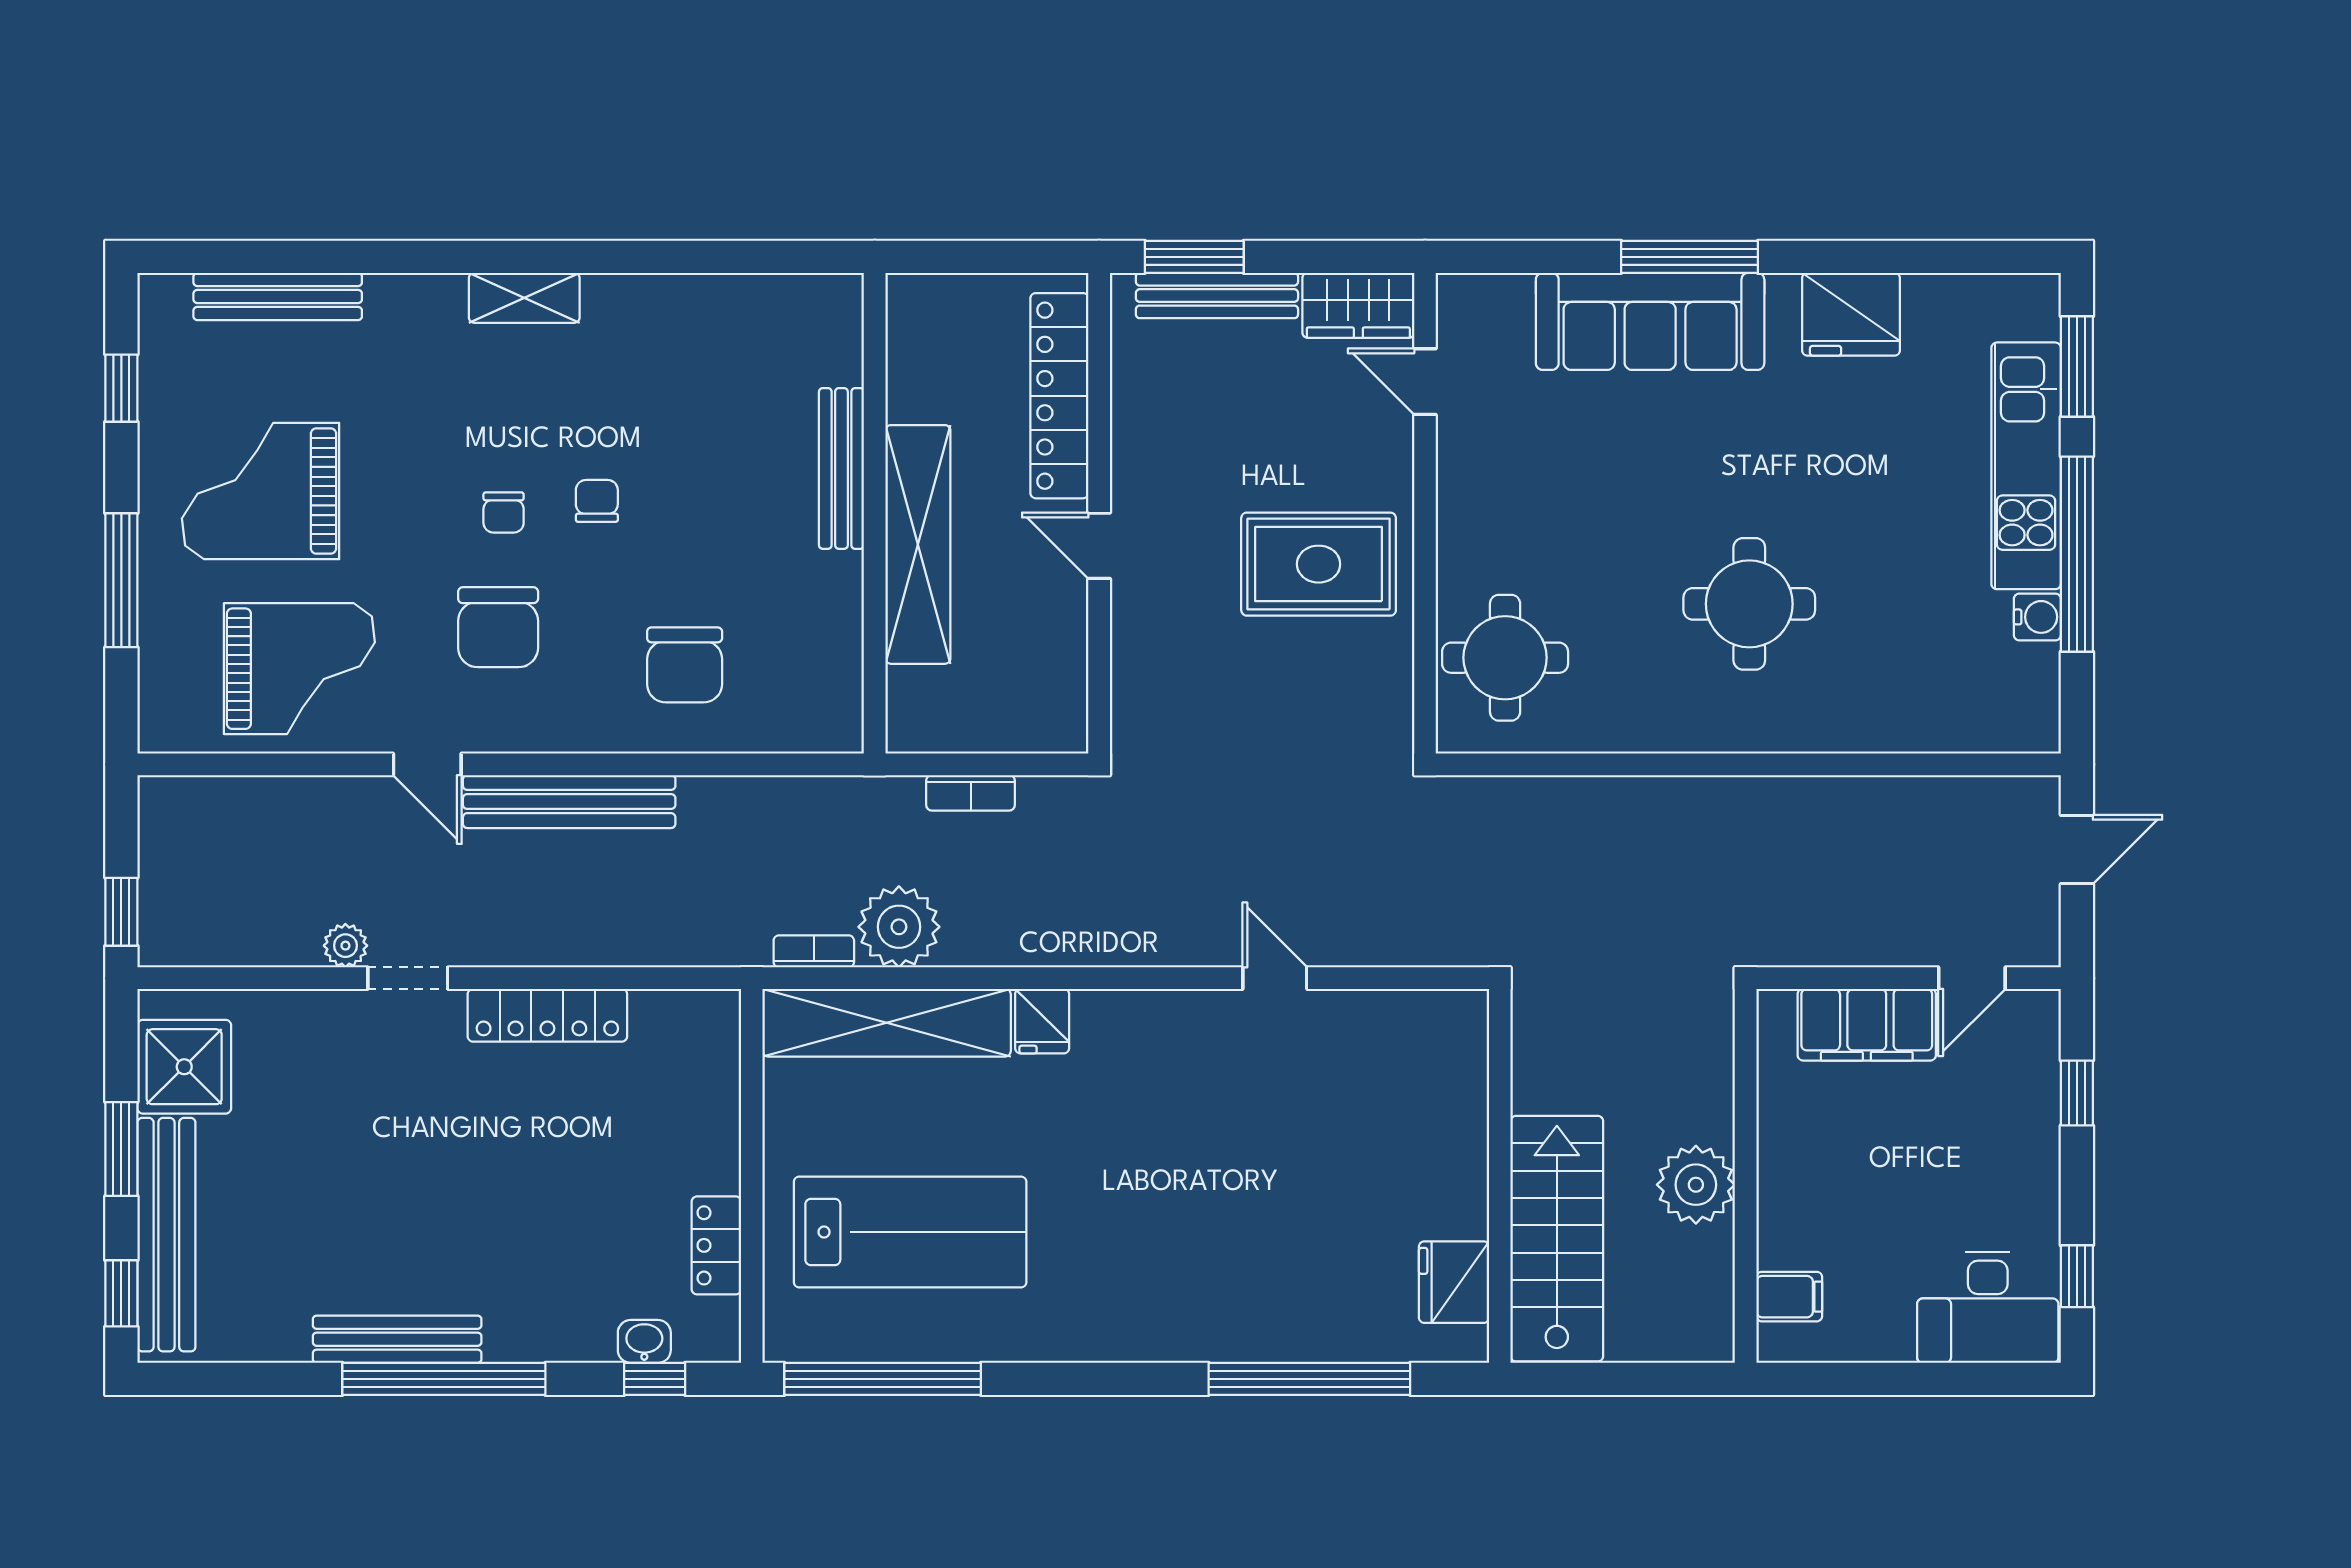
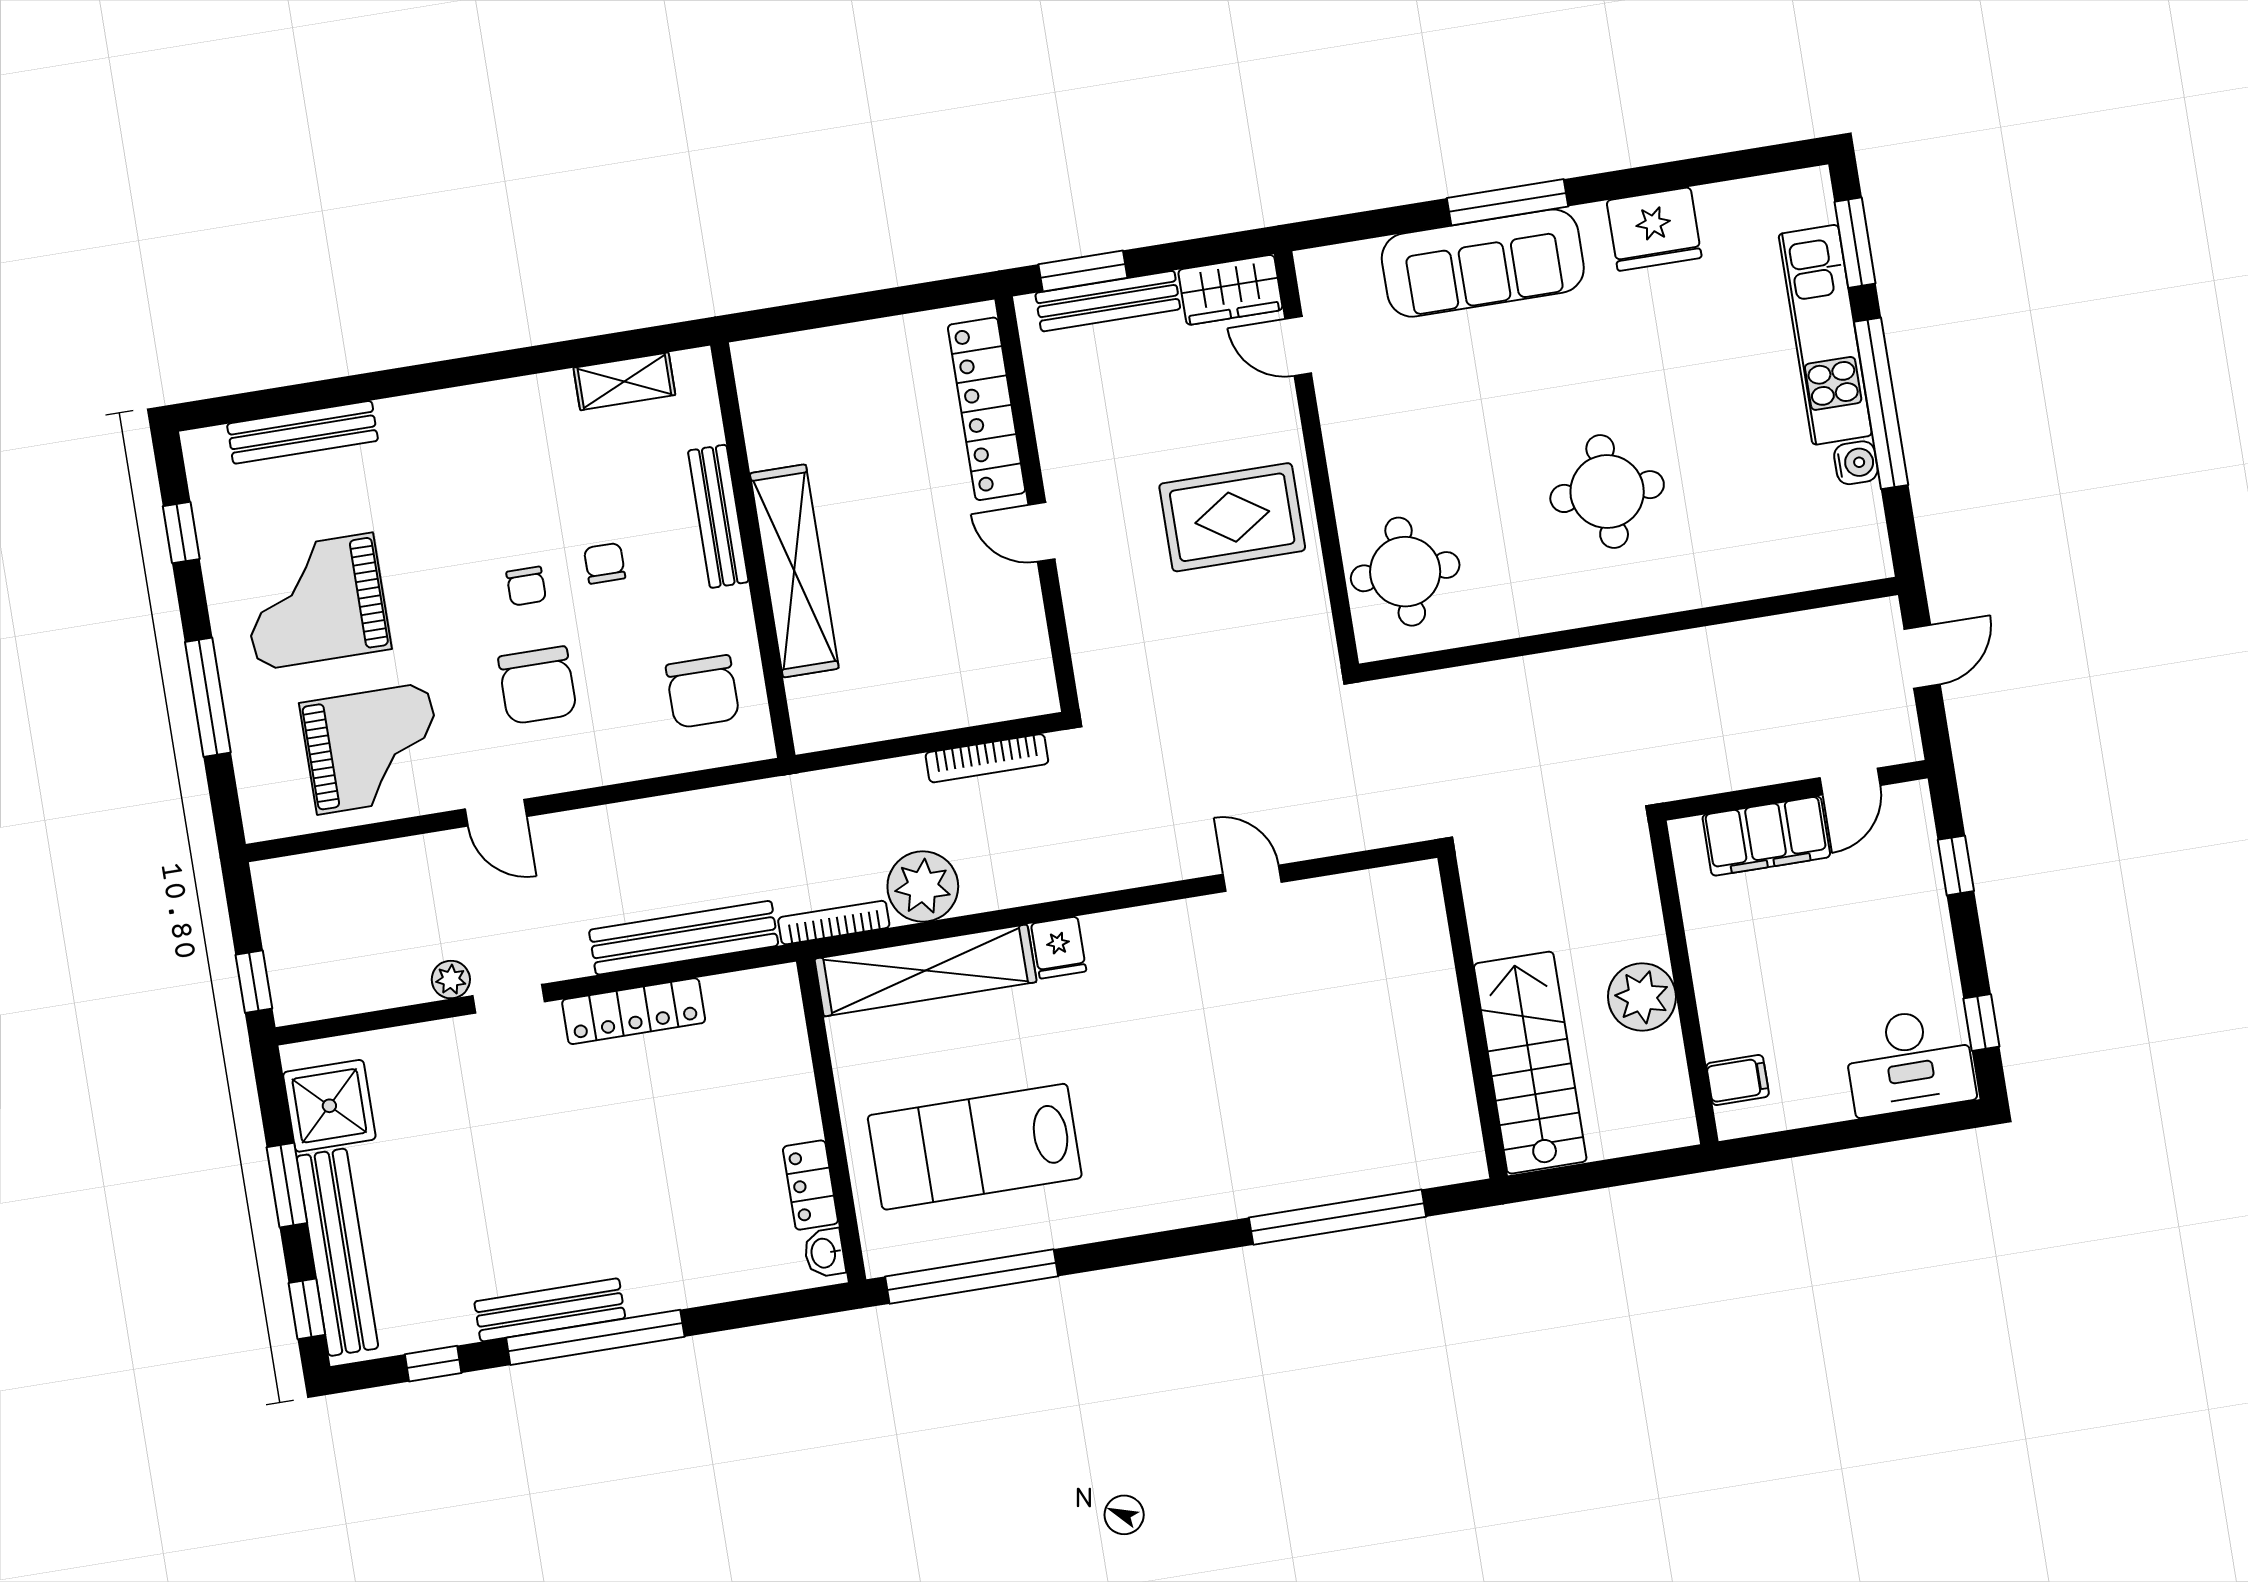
shelving: (524, 298) -> (624, 381), moved
bench: (841, 468) -> (718, 516), moved
wall: (875, 513) -> (753, 550), moved
shelving: (918, 544) -> (794, 571), moved
bookcase: (971, 793) -> (987, 758), width x1.56
bench: (569, 802) -> (684, 938), moved
bookcase: (814, 951) -> (834, 923), width x1.56
lab bench: (910, 1232) -> (975, 1147), turned 180
fridge: (1454, 1282) -> (1448, 1114), removed
washbasin: (644, 1341) -> (824, 1253), moved, turned -90
window: (655, 1379) -> (433, 1364), moved

